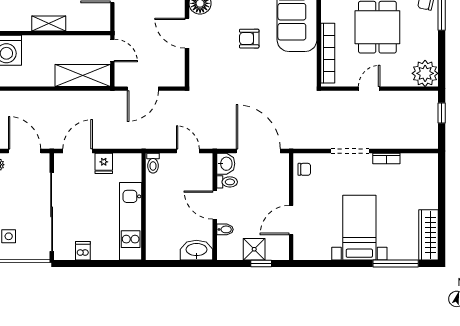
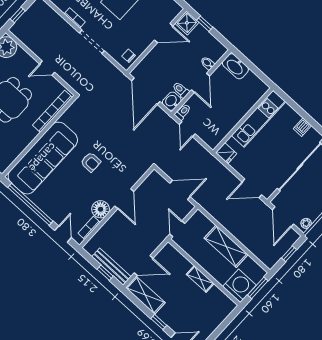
shelving: (83, 76) -> (226, 246), moved
fridge: (104, 163) -> (226, 153), moved, turned 90
toilet: (153, 163) -> (183, 112), moved
shower: (254, 249) -> (187, 23), moved

